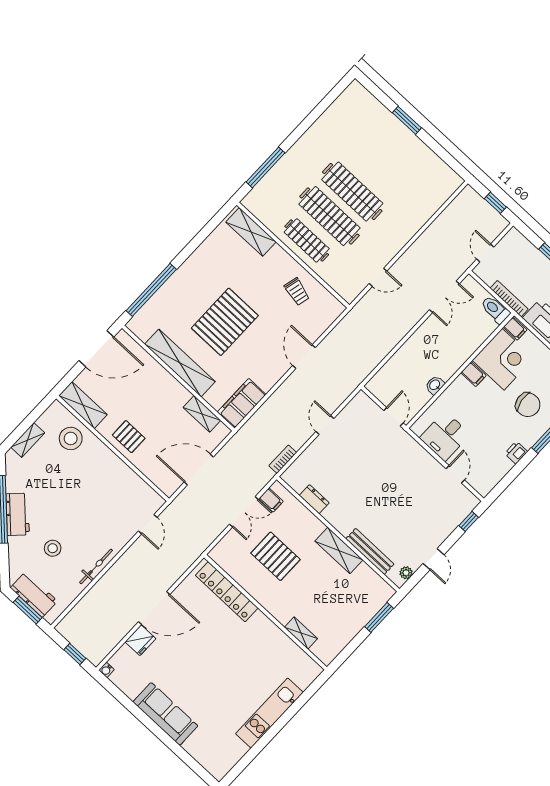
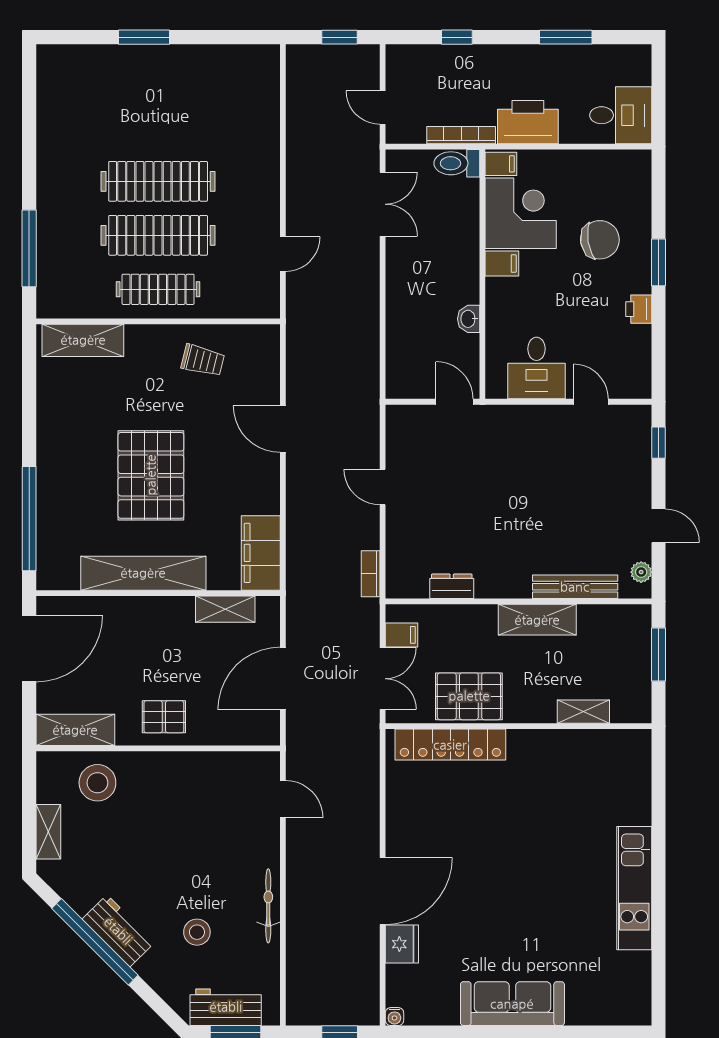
locker: (227, 592) -> (450, 745), moved
wall: (265, 612) -> (519, 726), moved
shelving: (301, 633) -> (583, 712), moved

